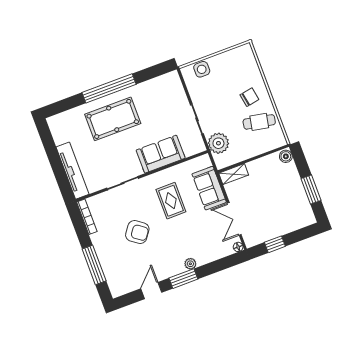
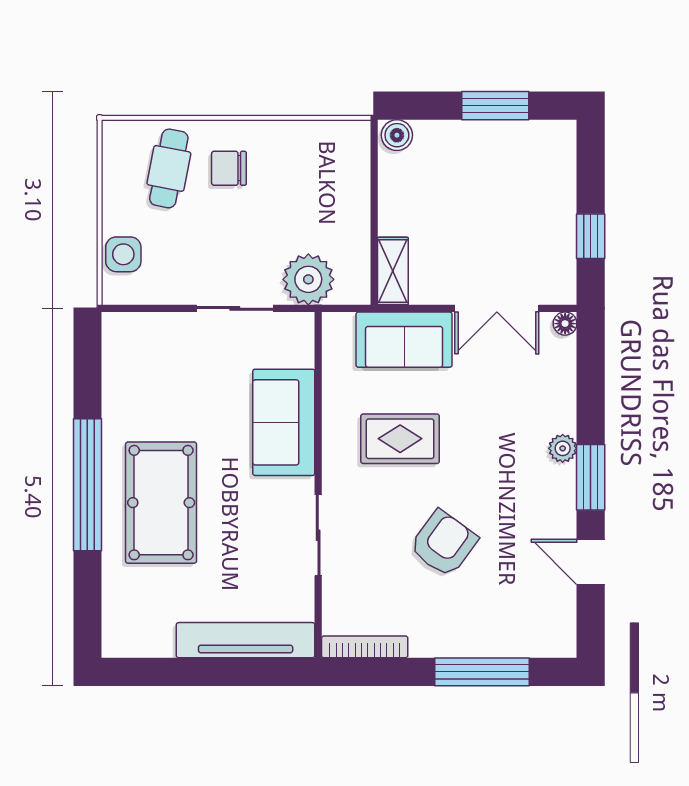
chair: (249, 97) -> (229, 168), turned -80
cafe table: (259, 122) -> (169, 168), moved

